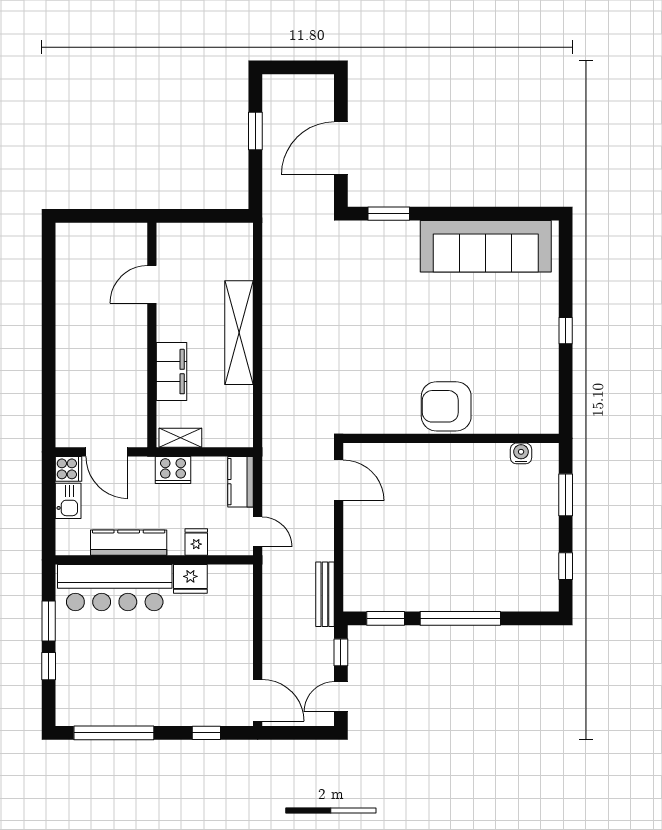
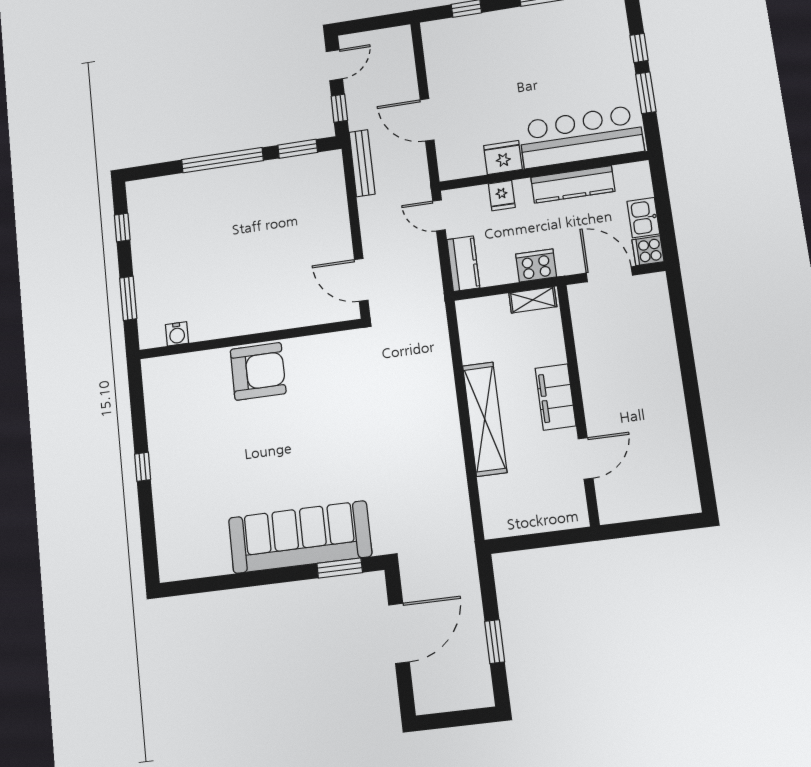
sofa: (486, 246) -> (300, 537), moved
filing cabinet: (172, 372) -> (556, 397), moved
door: (258, 700) -> (427, 120), moved

